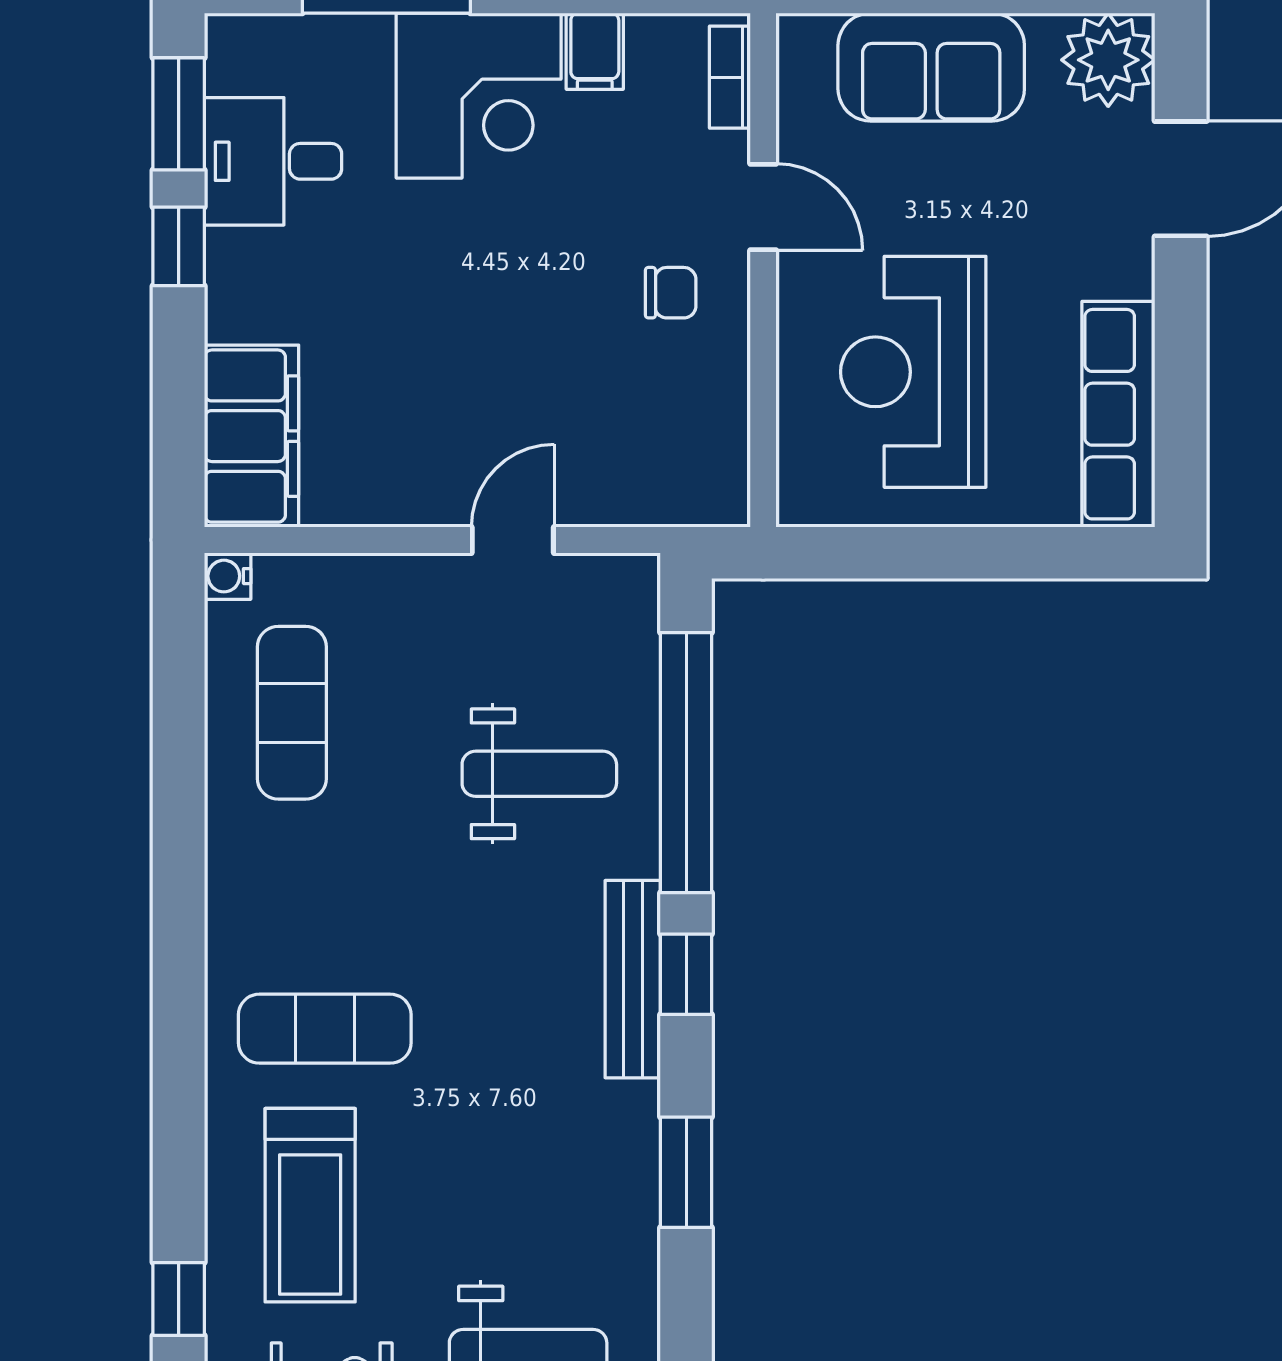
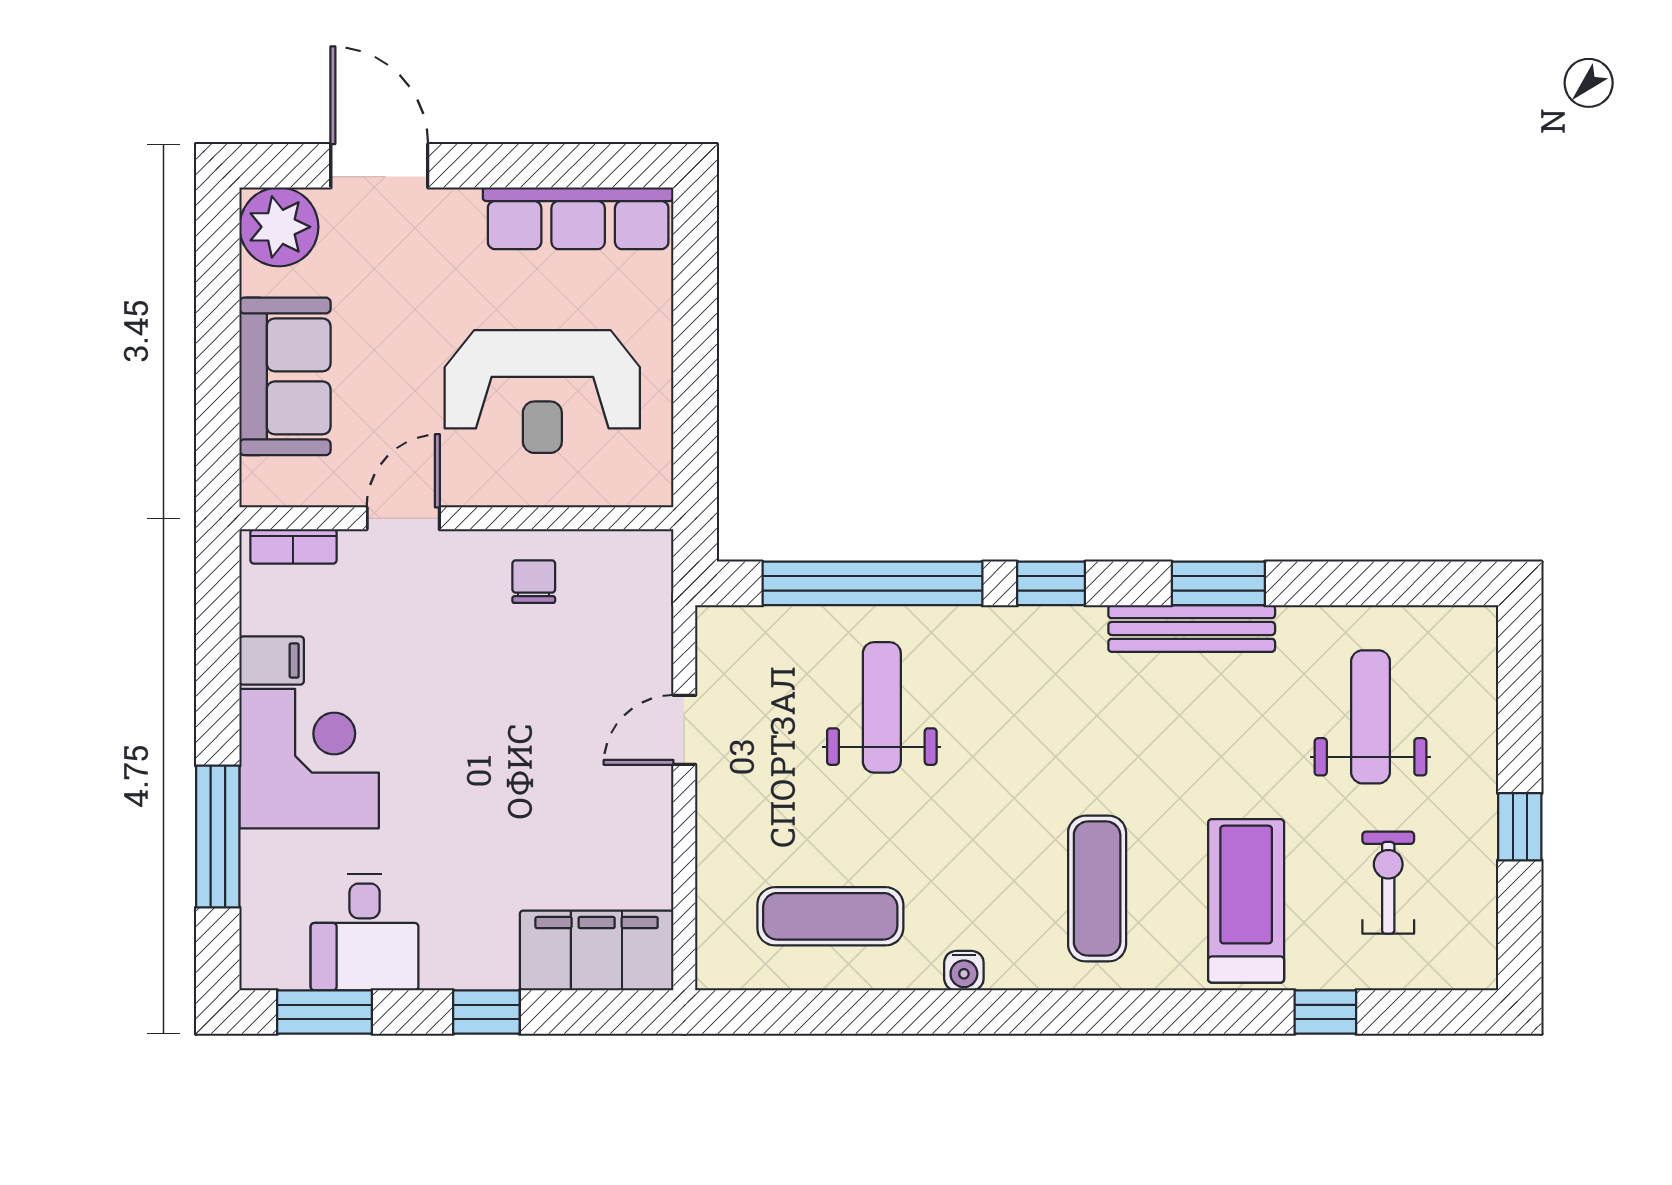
window: (179, 246) -> (486, 1012), moved
chair: (671, 293) -> (534, 582), moved
door: (513, 540) -> (684, 730), hinge flipped
water cooler: (228, 576) -> (964, 971), moved
bench: (633, 979) -> (1192, 628), moved
treadmill: (310, 1205) -> (1246, 901), turned -90

